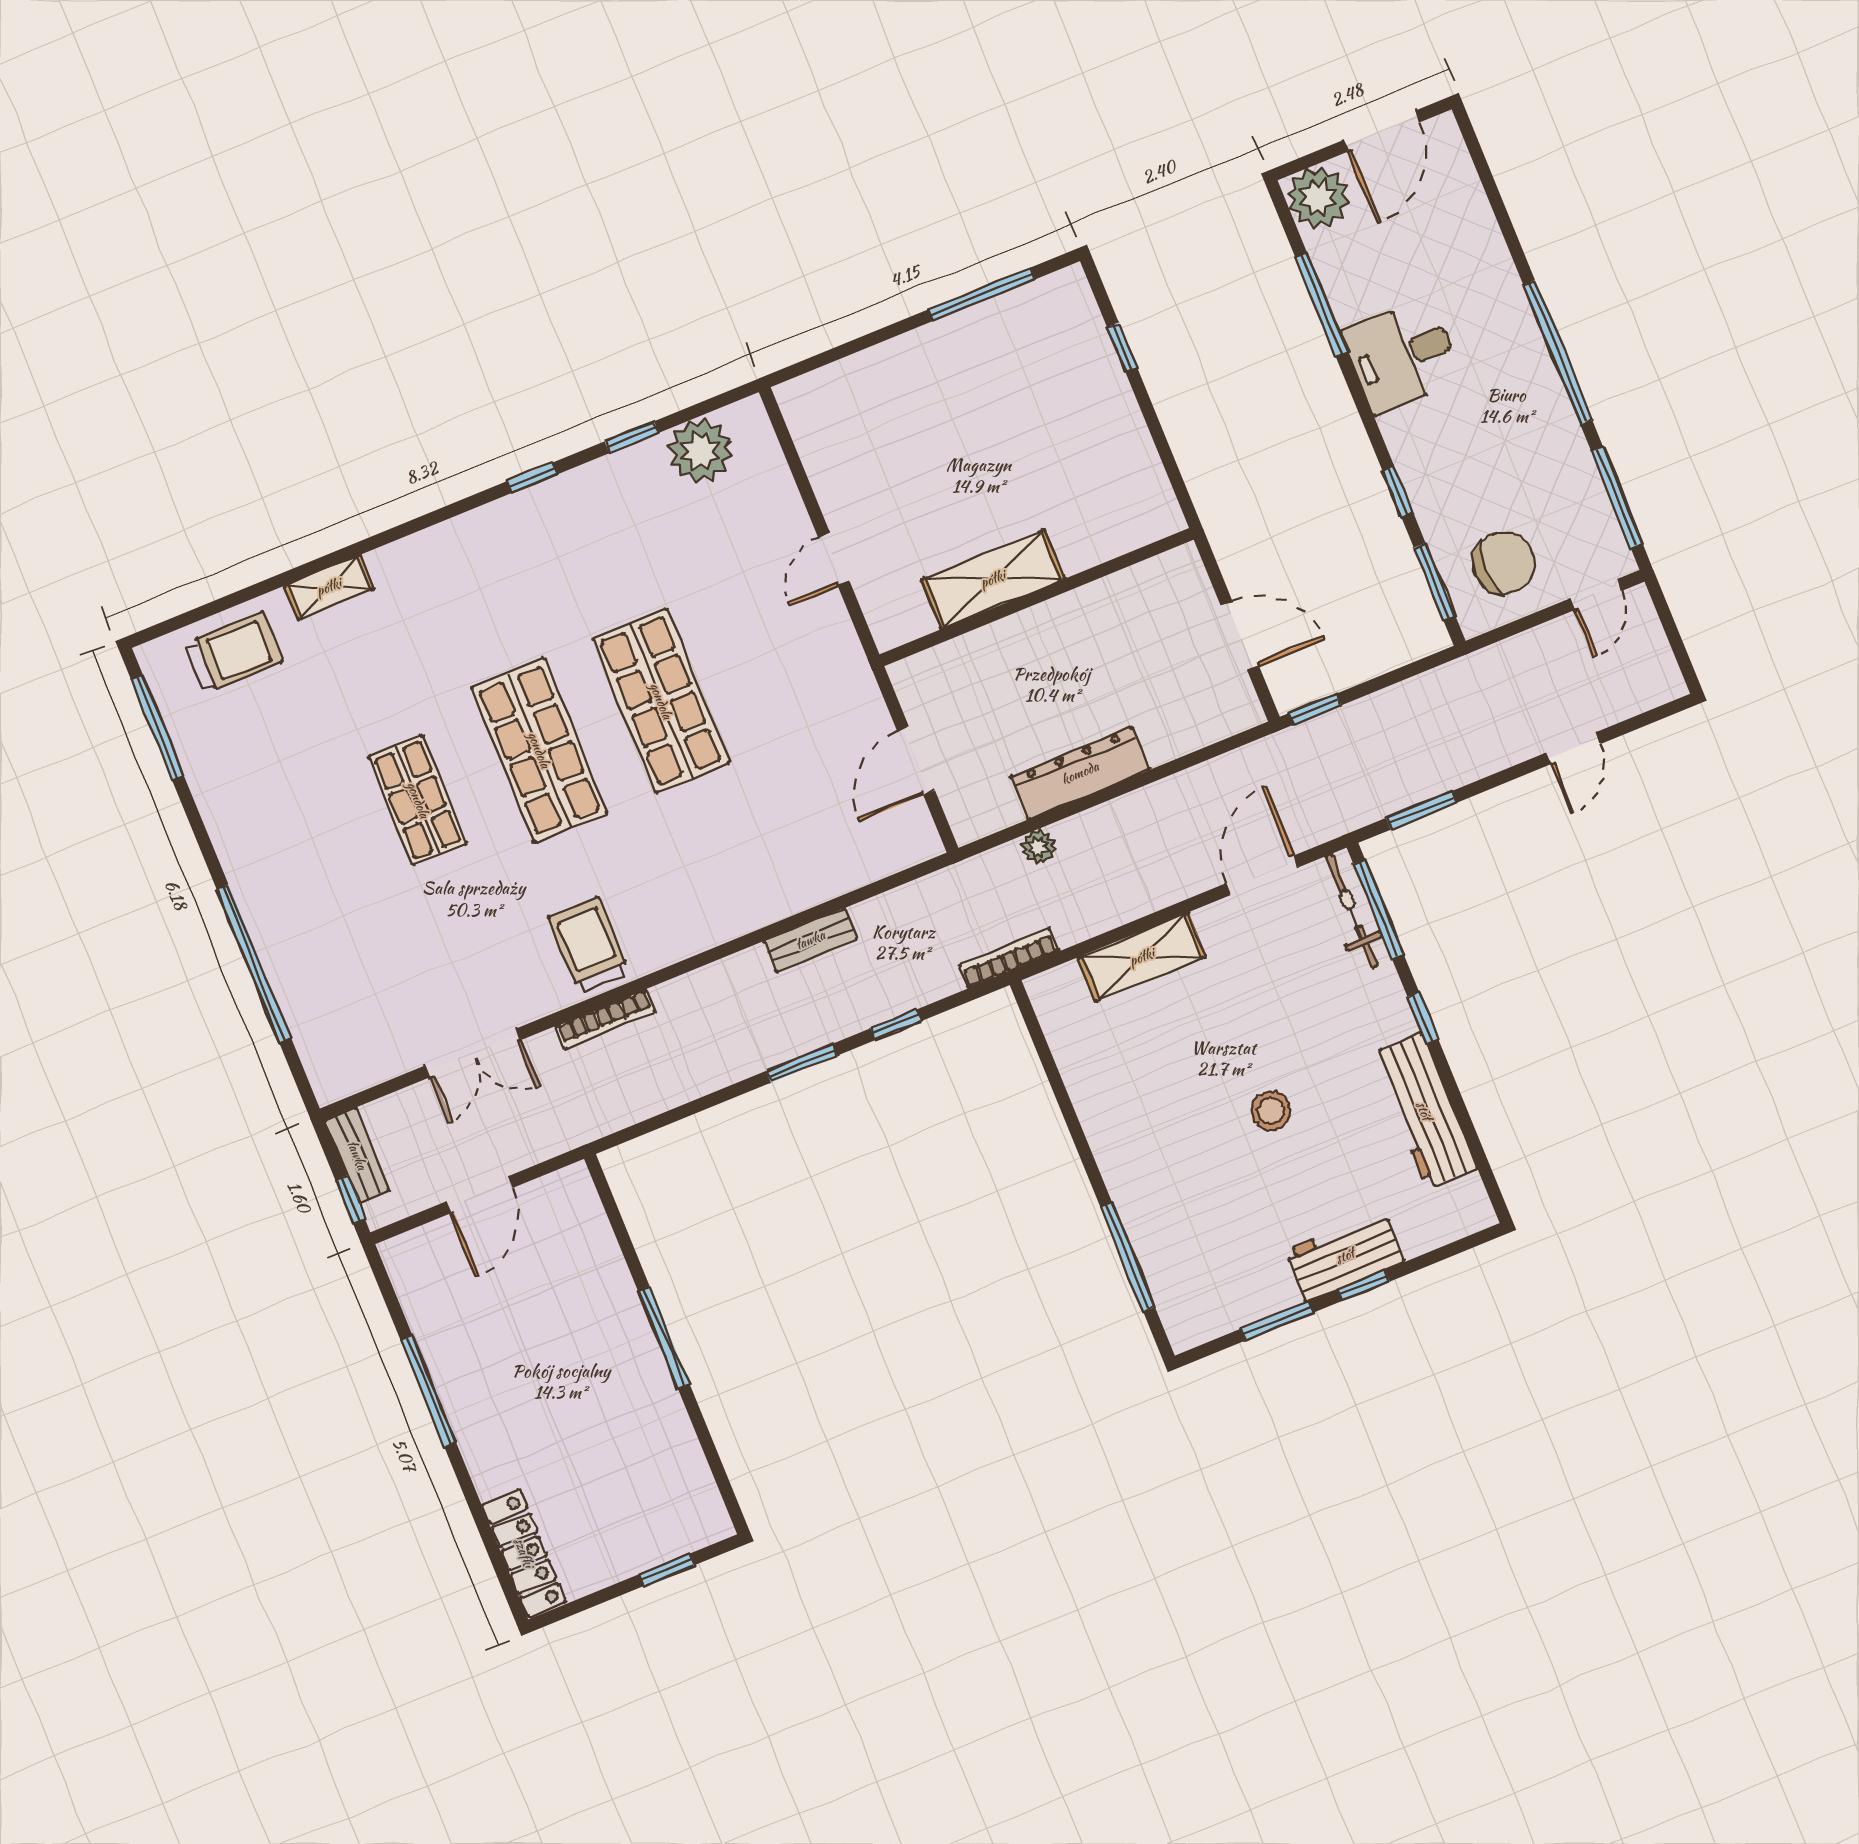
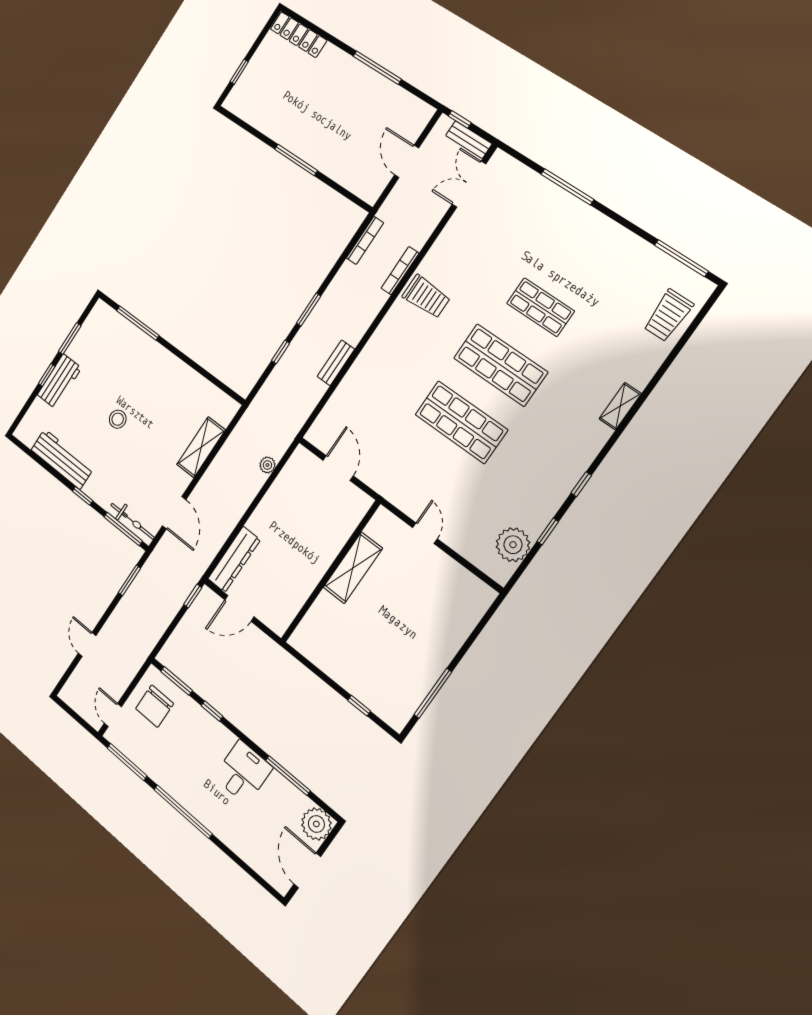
shelving: (329, 587) -> (620, 406), moved
dresser: (1080, 773) -> (234, 559), moved
bookcase: (1009, 958) -> (365, 240), moved
window: (254, 963) -> (567, 187), width x0.68
double door: (473, 1053) -> (469, 184), moved

